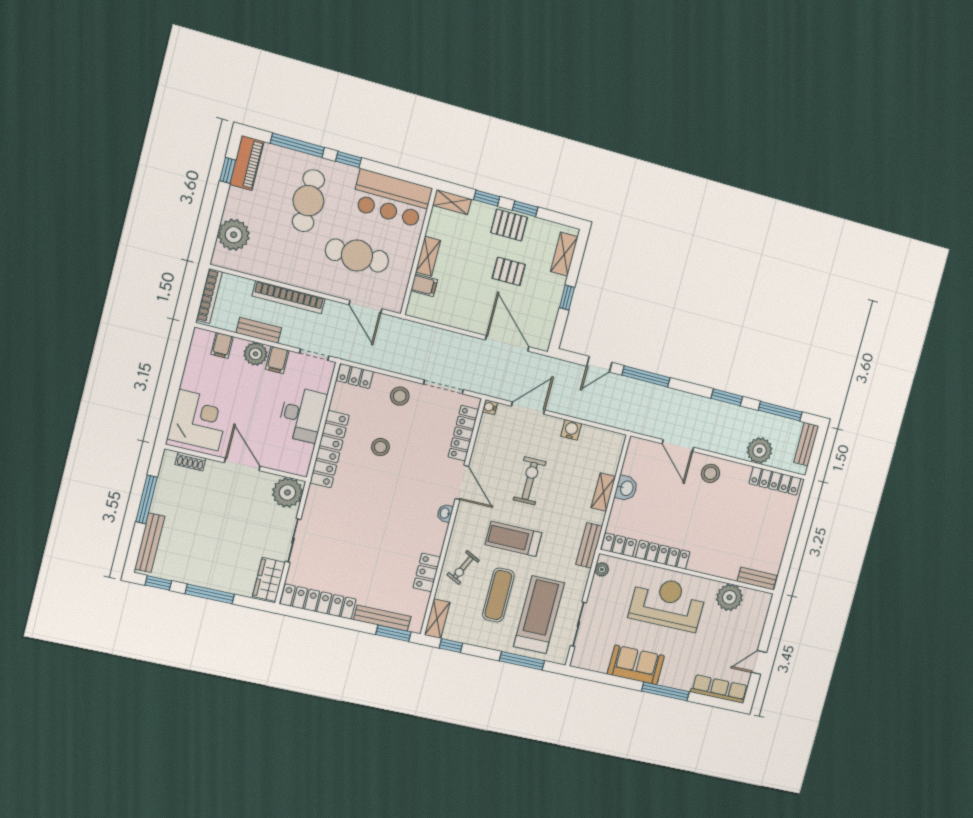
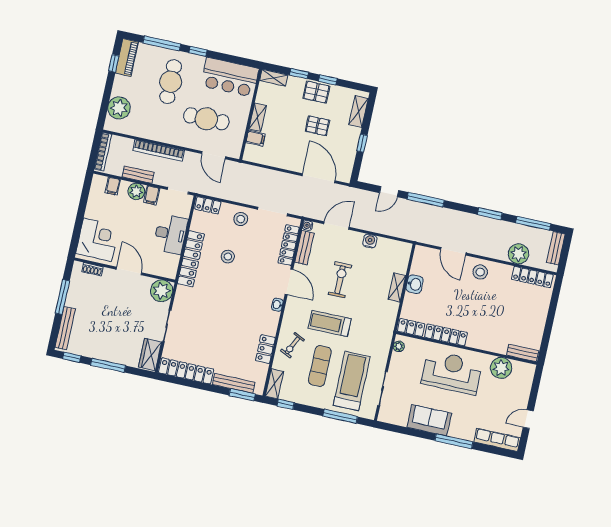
bench: (589, 545) -> (304, 248), moved

